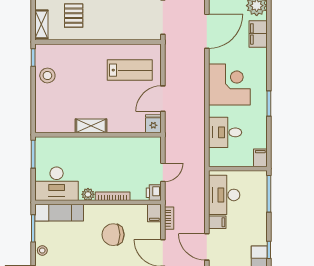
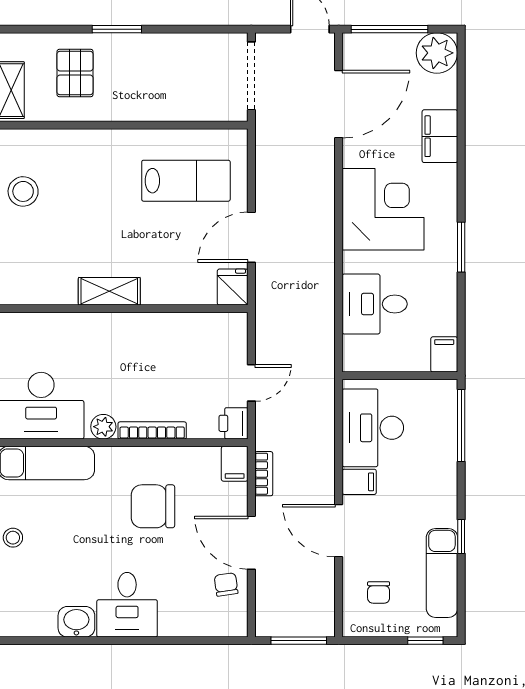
filing cabinet: (258, 34) -> (440, 136), moved

